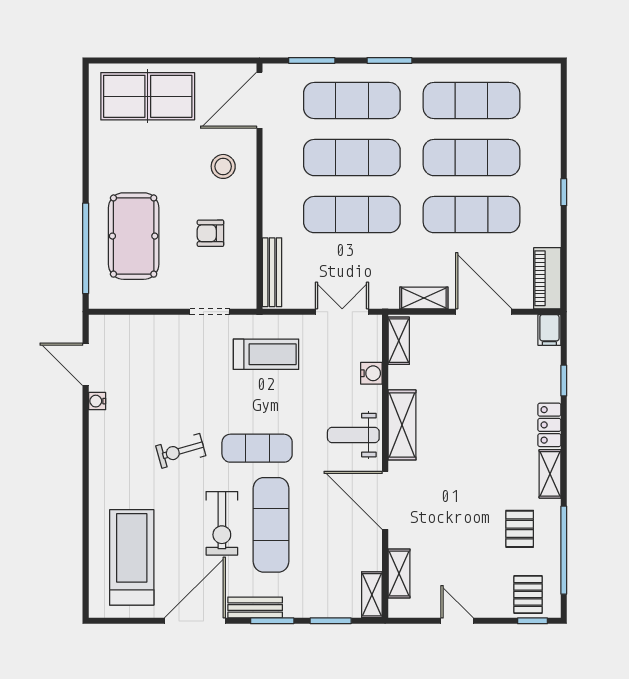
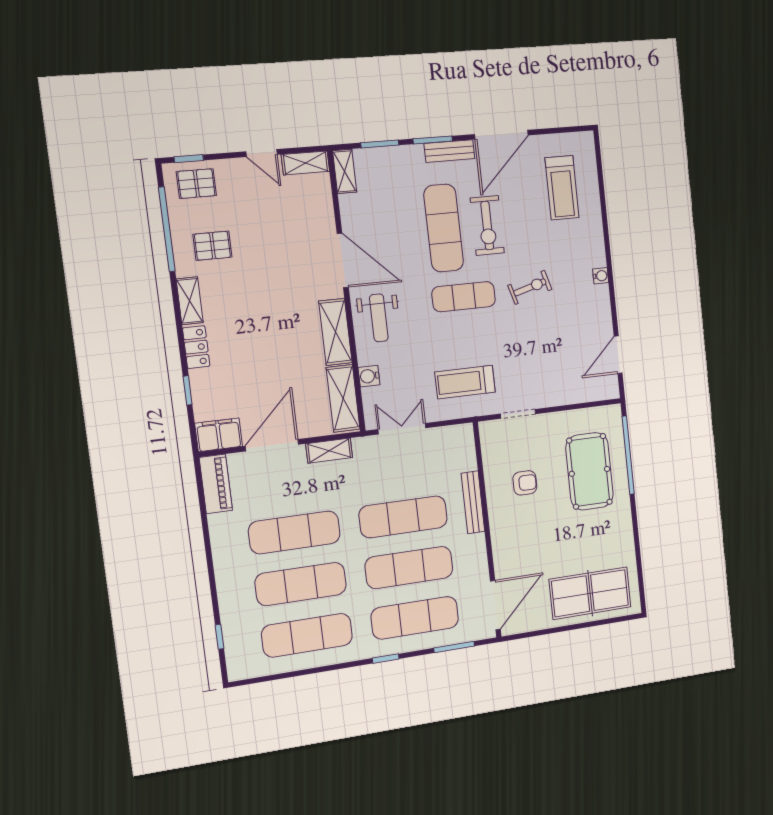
window: (389, 60) -> (386, 659), width x0.67
stool: (223, 166) -> (520, 543), removed
window: (564, 192) -> (219, 637), moved
bench: (272, 272) -> (473, 502), moved
double door: (342, 312) -> (402, 429), swing flipped
door: (484, 312) -> (272, 445), swing flipped
filing cabinet: (549, 330) -> (219, 435), width x2.00
shelving: (399, 341) -> (343, 398), width x1.50, depth x1.33
door: (86, 364) -> (618, 355), swing flipped
water cooler: (97, 401) -> (601, 276), moved
weight bench: (353, 435) -> (379, 318), turned 90
exercise bike: (222, 523) -> (487, 226), turned 180
pallet: (520, 529) -> (212, 246), turned 90
treadmill: (132, 557) -> (562, 188), width x0.73, depth x0.73
shelving: (399, 574) -> (305, 163), moved, turned 90
pallet: (528, 594) -> (196, 184), turned 90

